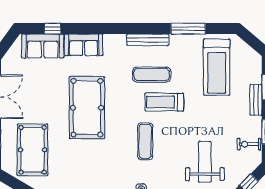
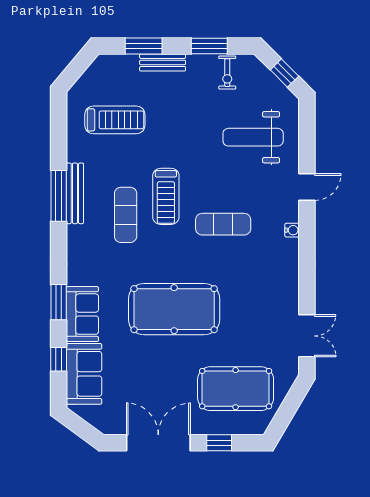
window: (92, 29) -> (59, 302), added
window: (188, 29) -> (59, 196), moved
bench: (148, 40) -> (75, 193), moved
treadmill: (217, 67) -> (115, 120), width x0.73, depth x0.73

